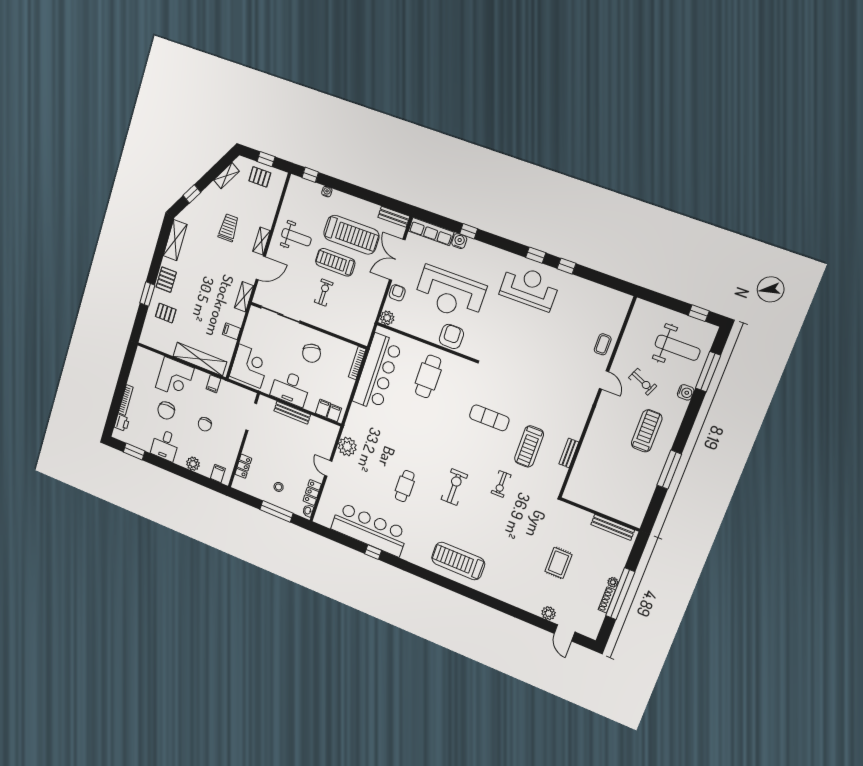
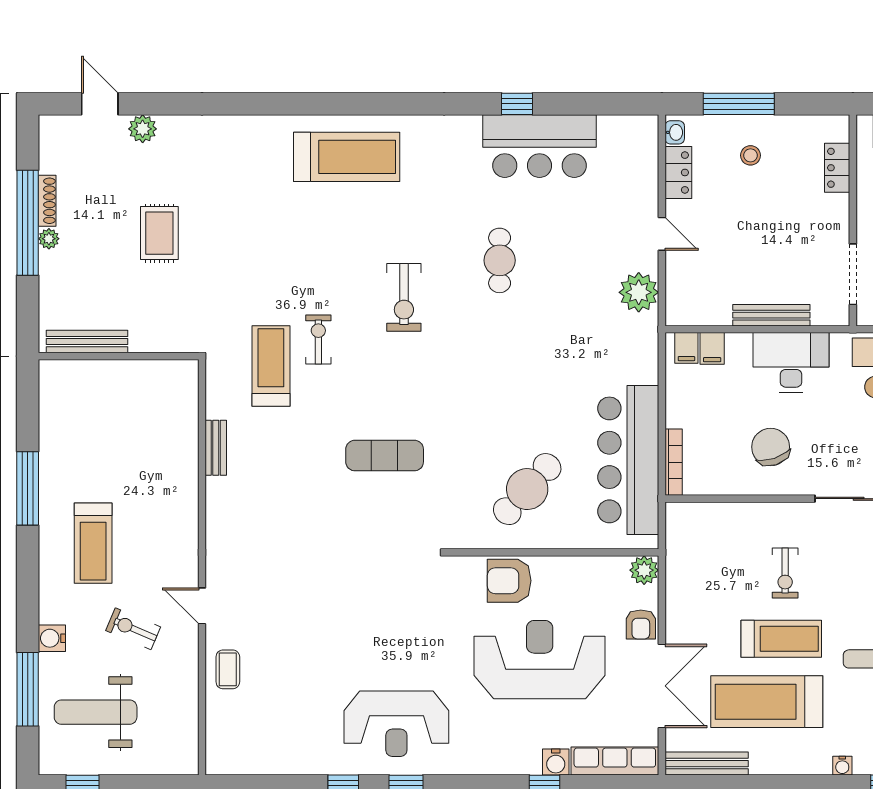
bench: (394, 217) -> (707, 764), width x1.36
armchair: (451, 336) -> (509, 581), turned 90
cafe table: (428, 376) -> (527, 489), turned 42
treadmill: (529, 446) -> (271, 366), moved
bar counter: (369, 529) -> (540, 146), width x0.73

